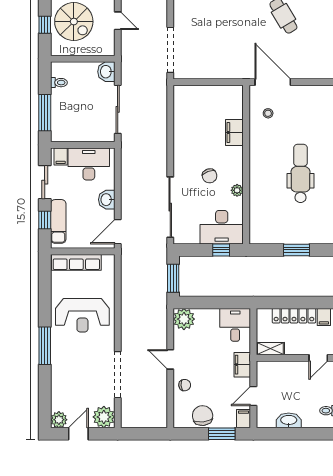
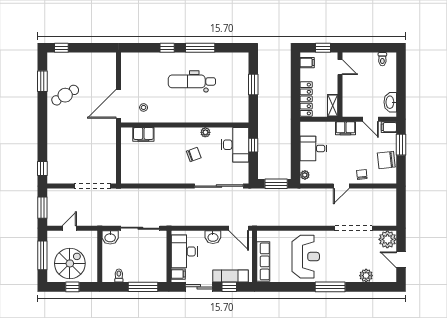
filing cabinet: (234, 133) -> (143, 134), moved
locker: (294, 316) -> (306, 99), moved
plant: (184, 319) -> (305, 175), width x0.53, depth x0.53
desk: (235, 325) -> (313, 149), moved
plant: (59, 420) -> (366, 276), moved
washbasin: (289, 420) -> (390, 102), moved

